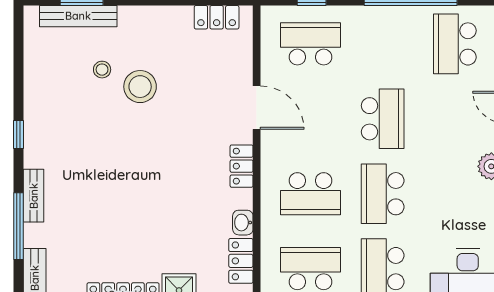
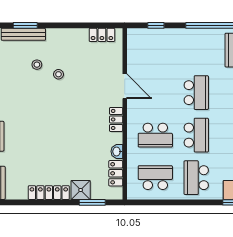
school desk: (311, 44) -> (155, 50), removed
stool: (140, 87) -> (58, 74), width x0.53, depth x0.53
school desk: (383, 194) -> (196, 135), turned 180

